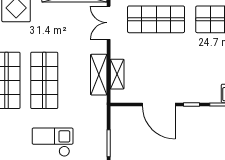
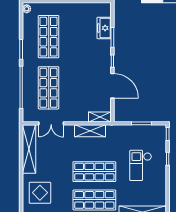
shelving: (117, 74) -> (100, 117), moved
door: (159, 104) -> (112, 86), hinge flipped

